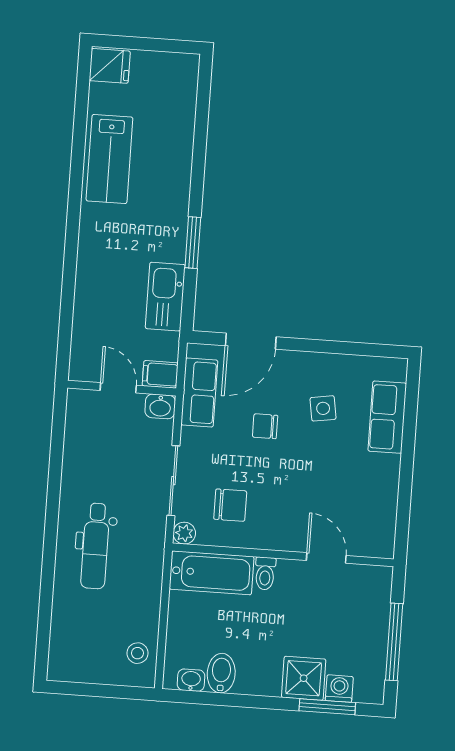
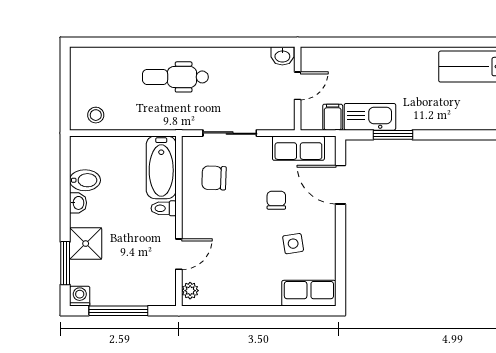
window: (193, 243) -> (393, 135), moved
filing cabinet: (160, 374) -> (333, 117), moved
washbasin: (160, 406) -> (282, 56), moved, turned -90
row of seats: (387, 417) -> (309, 293), moved
chair: (230, 505) -> (214, 178), turned 92
plant: (184, 533) -> (190, 291), moved
washbasin: (191, 680) -> (78, 203), moved
washing machine: (339, 689) -> (80, 296), moved, turned -90

